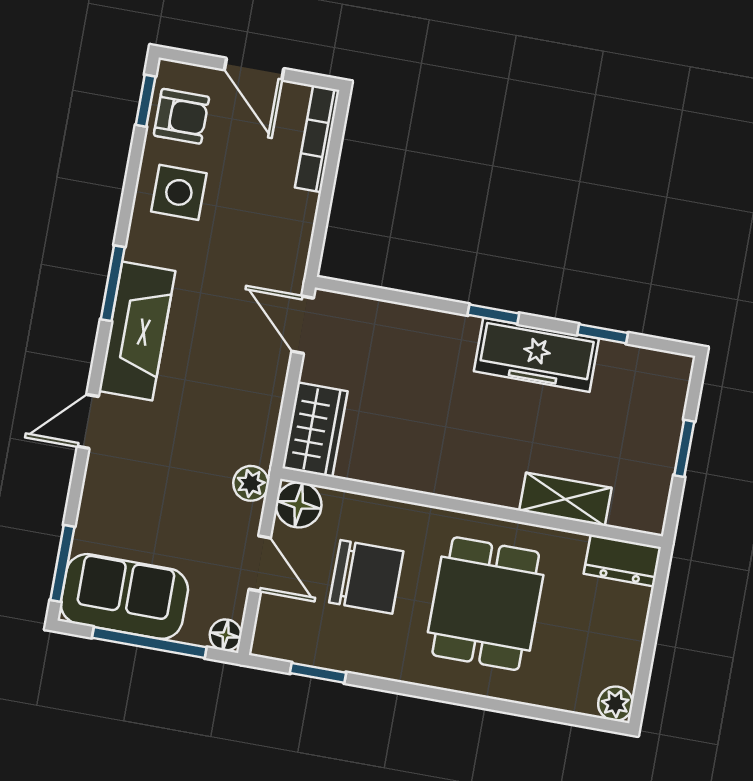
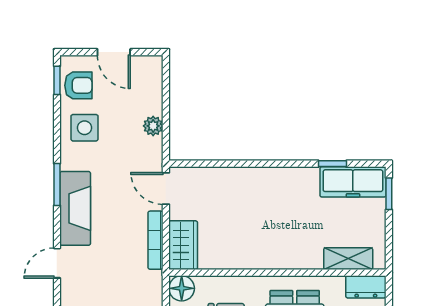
bookcase: (317, 139) -> (156, 240), moved
window: (493, 314) -> (270, 164), removed
freezer: (536, 355) -> (353, 182), moved
window: (684, 448) -> (389, 194), moved
plant: (251, 483) -> (153, 126), moved
shelving: (565, 499) -> (348, 259), moved

